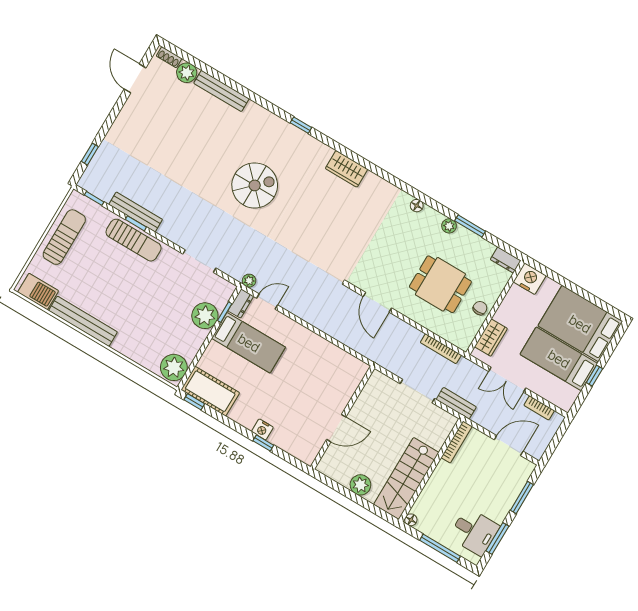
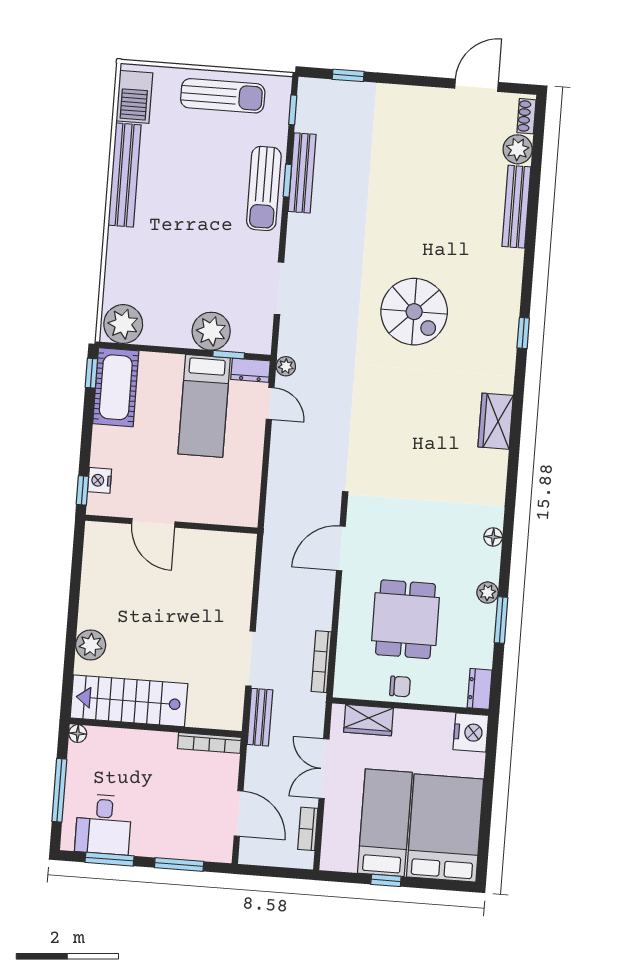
wall: (343, 418) -> (171, 524), moved
door: (336, 428) -> (153, 523), moved

